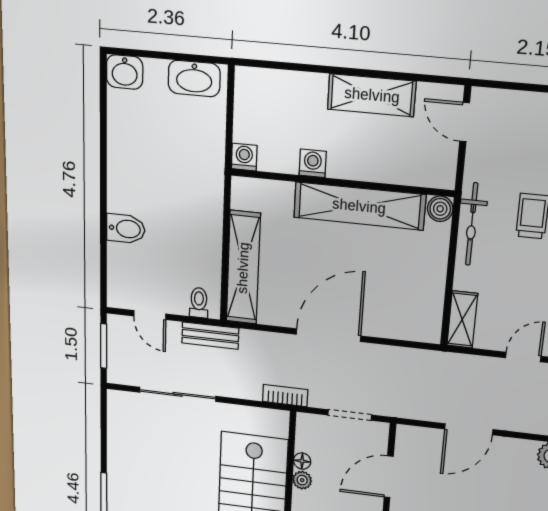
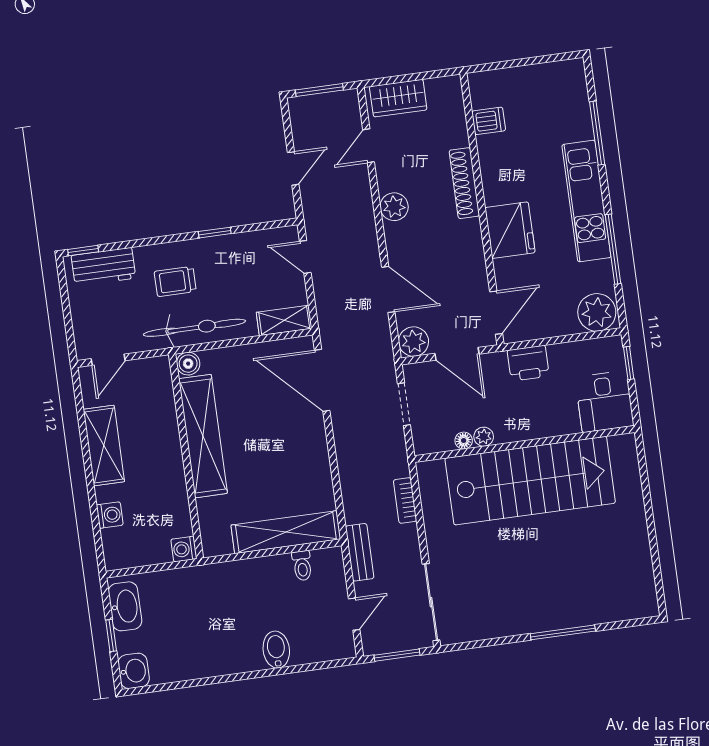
window: (166, 56) -> (111, 635), added
washing machine: (313, 163) -> (110, 515), moved, turned 180
bicycle: (472, 224) -> (195, 328), width x1.37, depth x1.40
toilet: (199, 303) -> (302, 566), moved, turned -90
door: (328, 335) -> (322, 380), moved
sliding door: (178, 394) -> (431, 602), moved
bookcase: (285, 396) -> (405, 500), moved
plant: (410, 440) -> (414, 342), added

